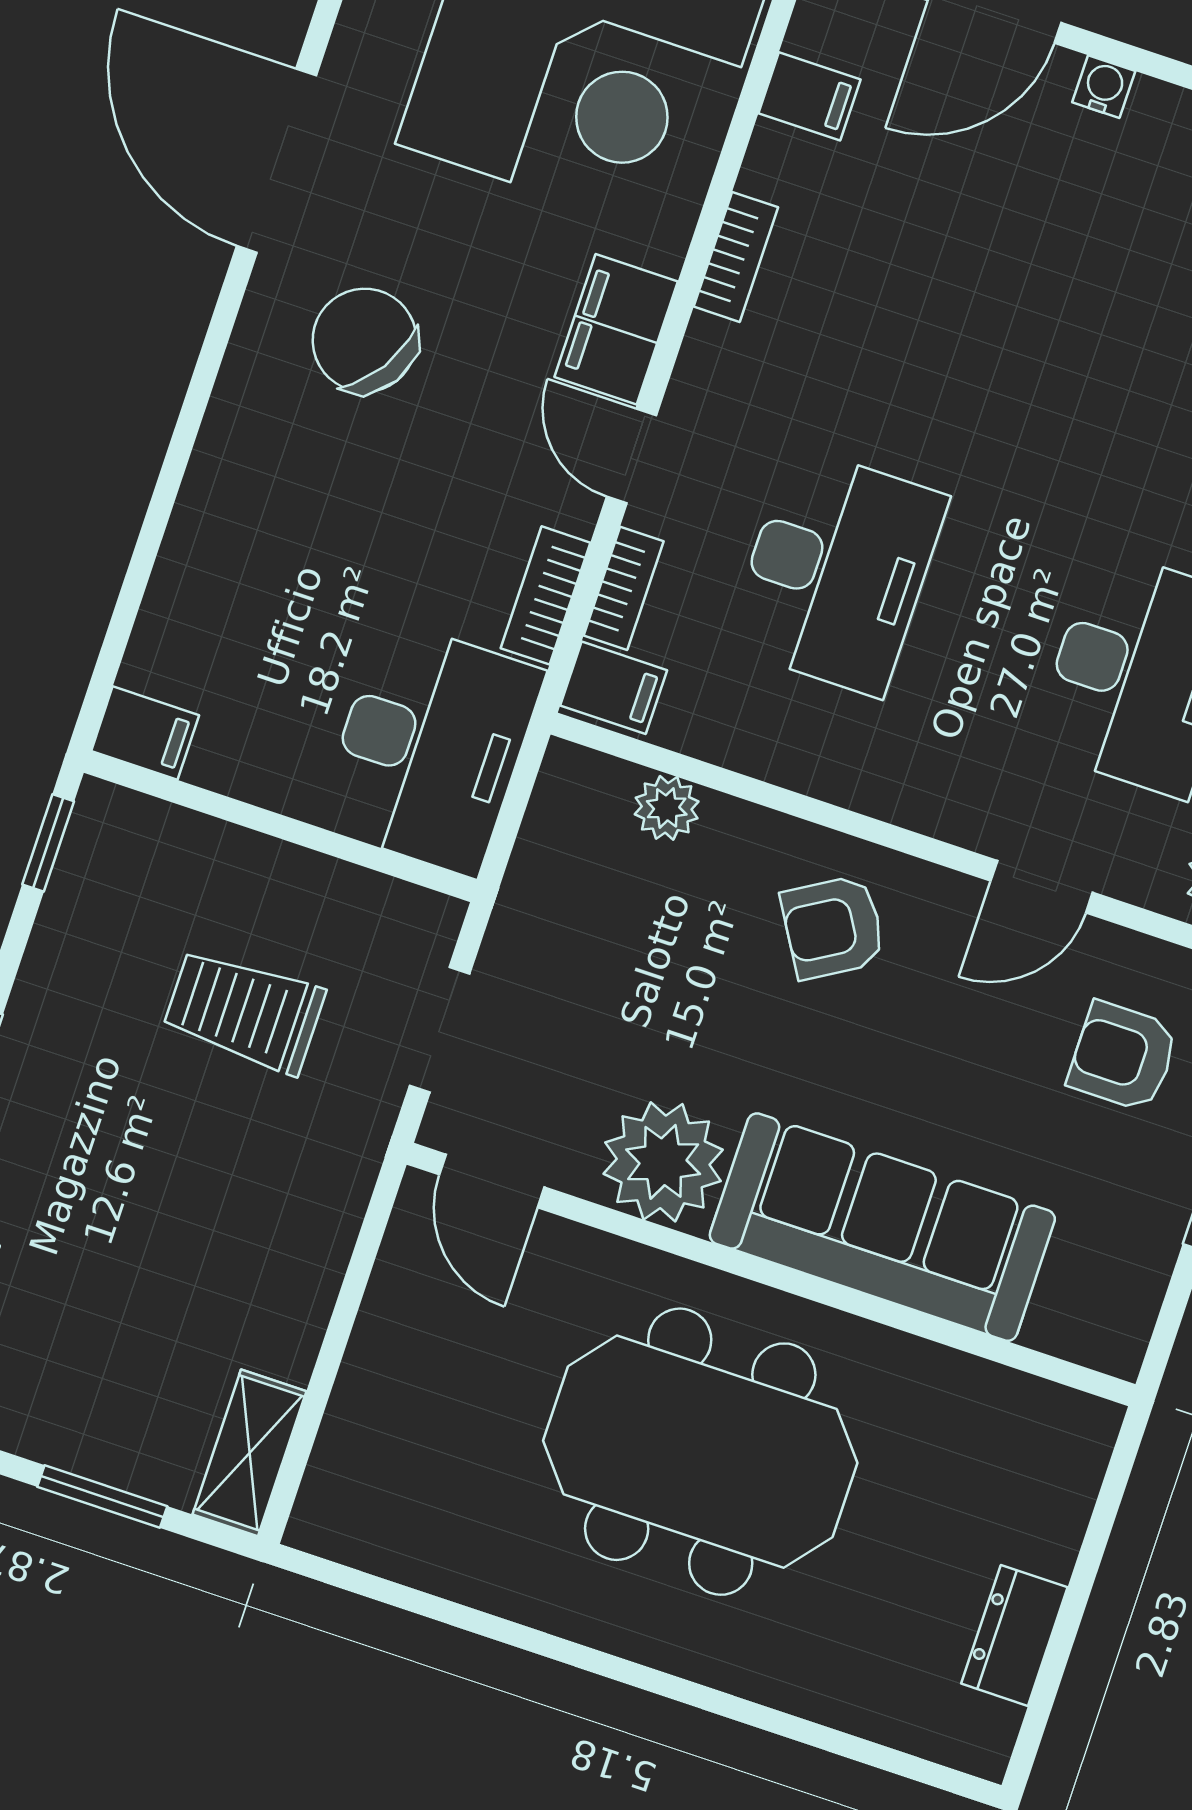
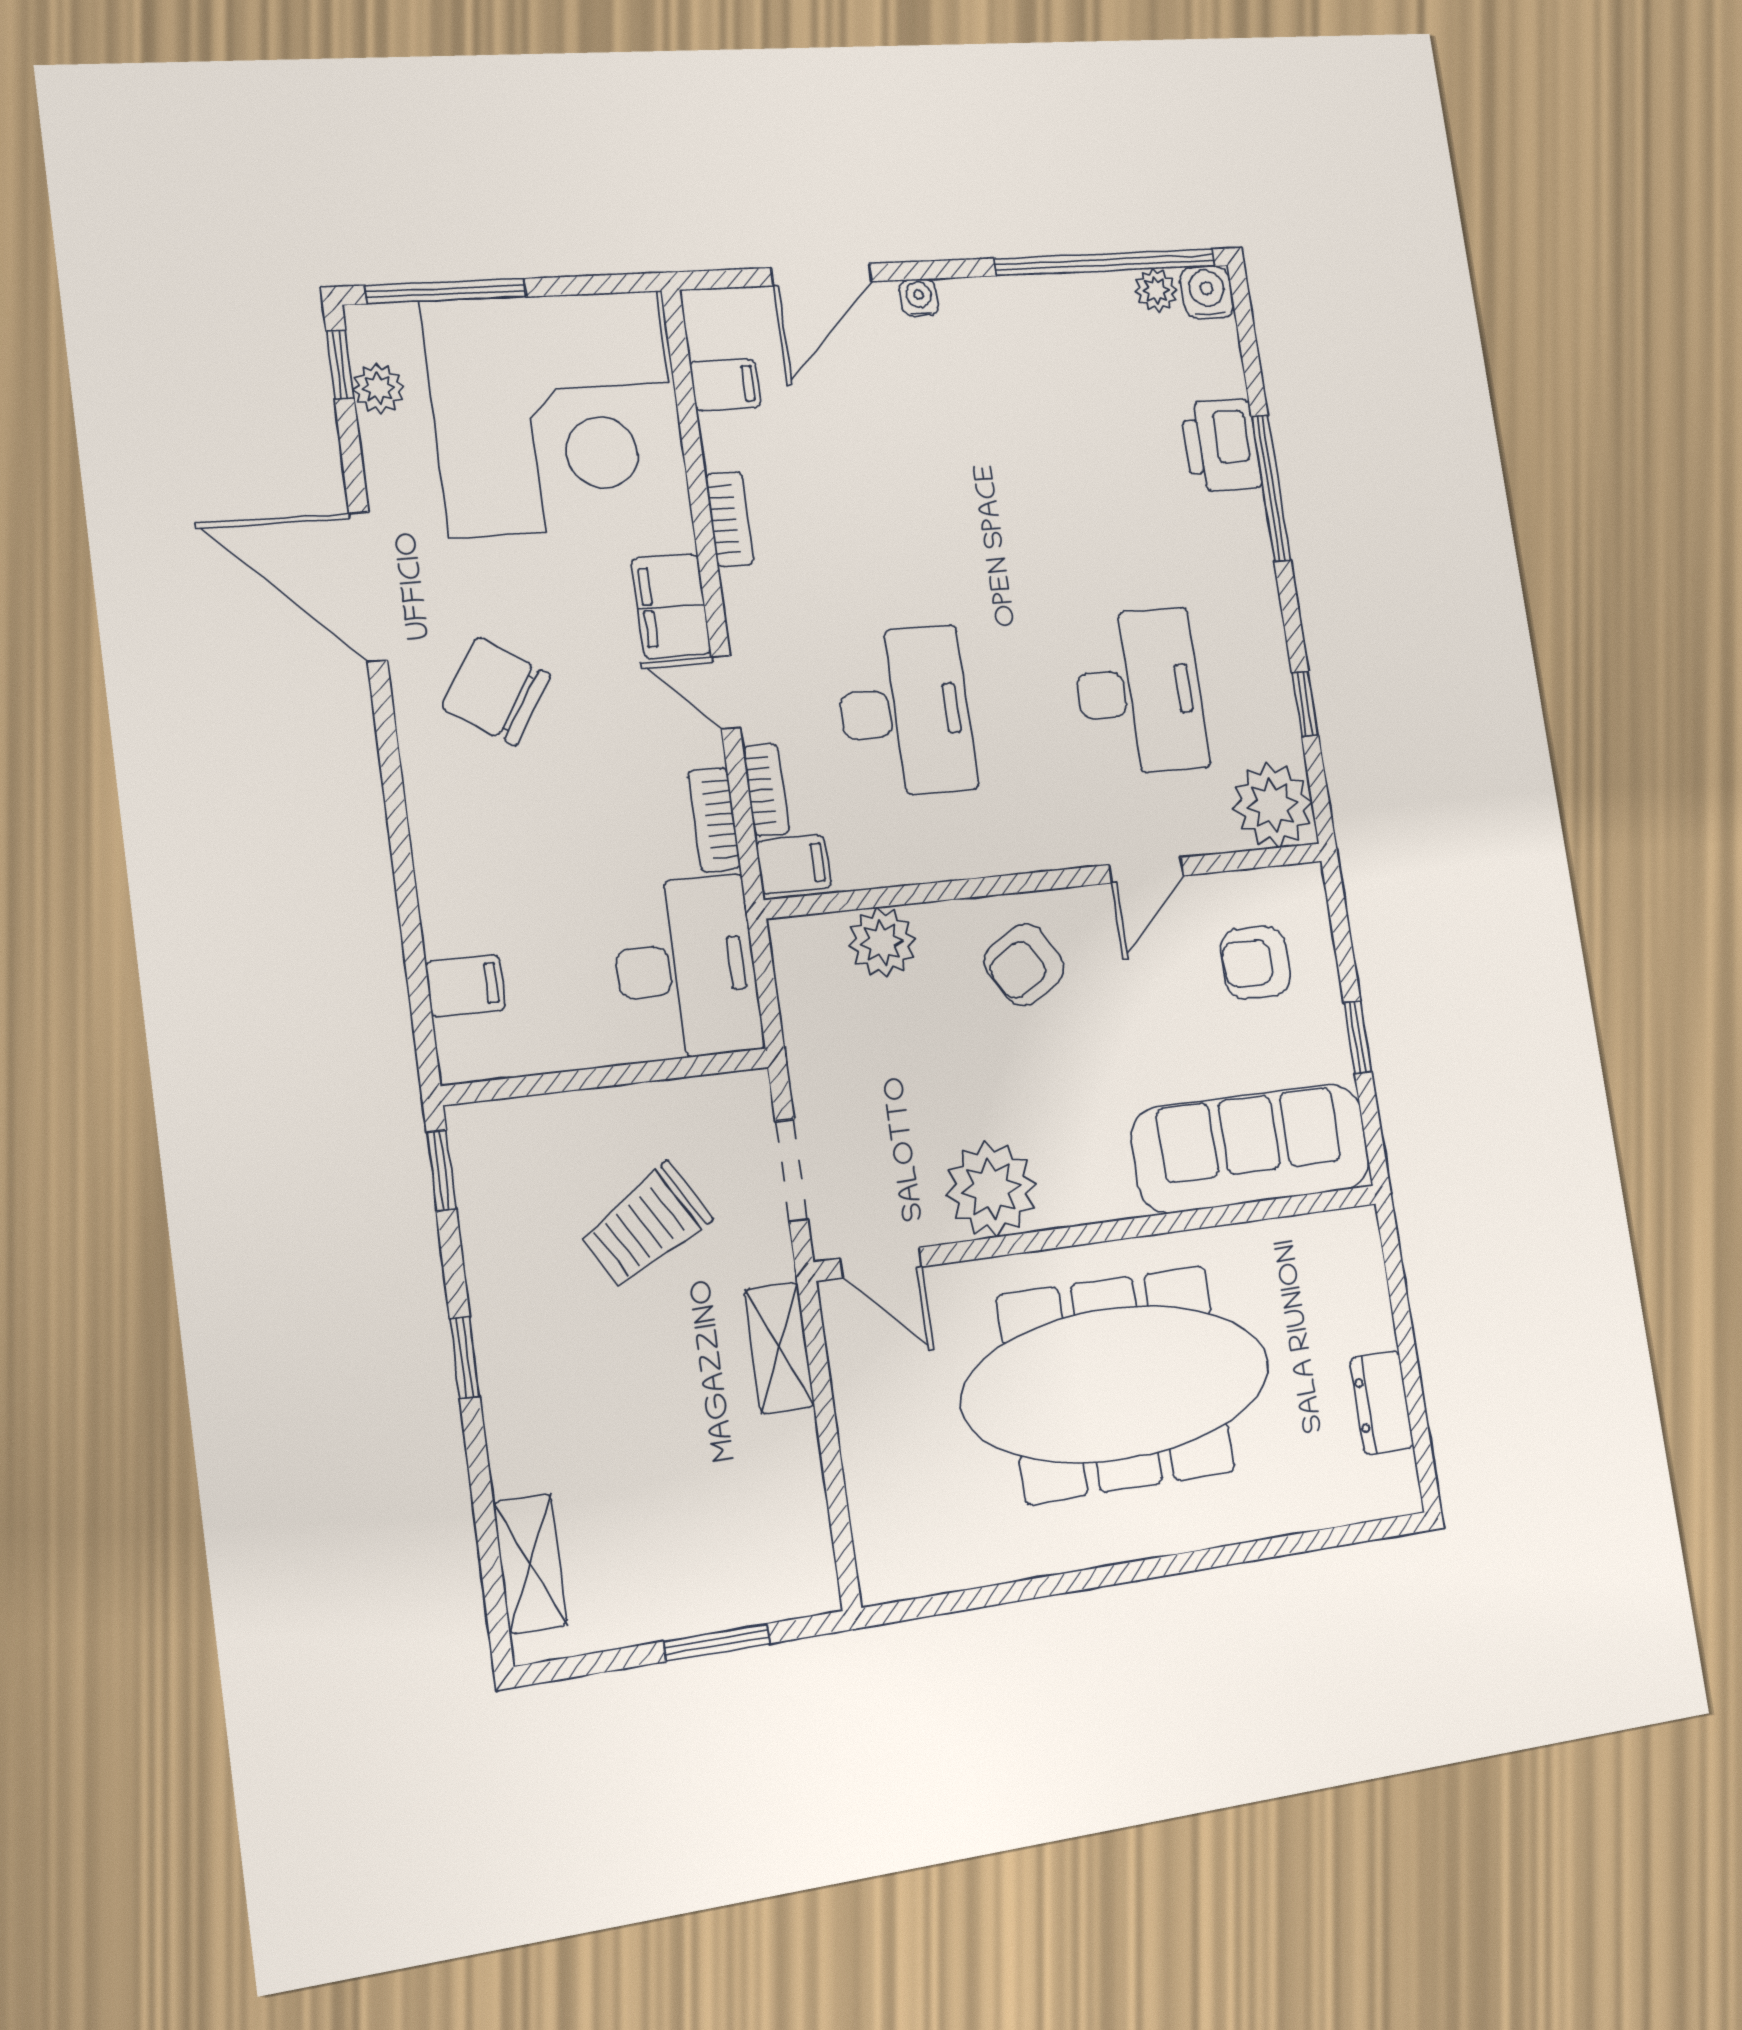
filing cabinet: (145, 733) -> (465, 986), moved
plant: (667, 808) -> (882, 942), width x1.38, depth x1.38
trolley: (244, 1011) -> (646, 1226), turned -31
sofa: (882, 1227) -> (1251, 1149), moved
meeting table: (700, 1452) -> (1116, 1384), width x1.36
shelving: (249, 1453) -> (779, 1348), moved

